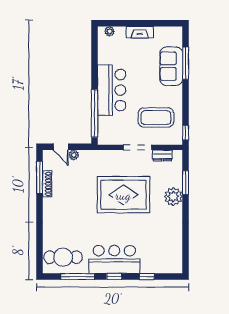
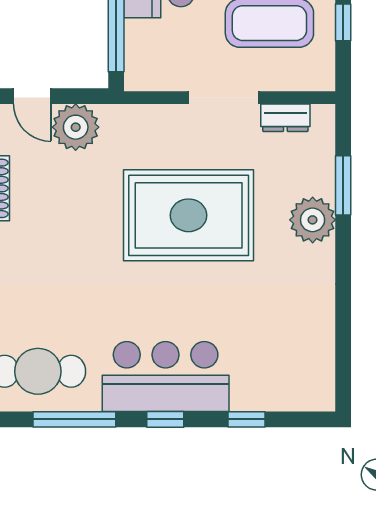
window: (186, 133) -> (343, 22), moved
plant: (74, 155) -> (76, 127), width x1.88, depth x1.88

